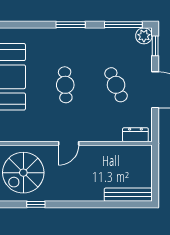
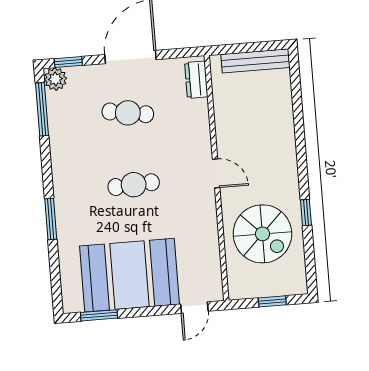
window: (71, 25) -> (51, 219), moved
cafe table: (116, 85) -> (128, 113), turned 33
bench: (128, 195) -> (255, 61), moved, turned 90

